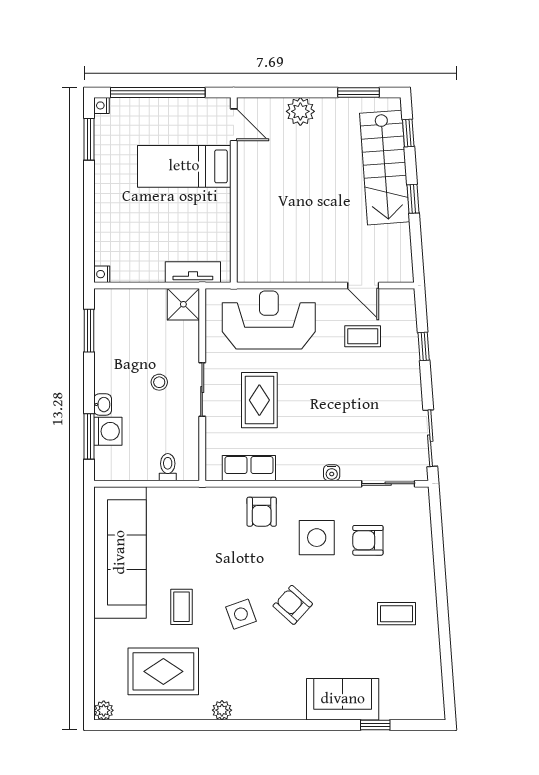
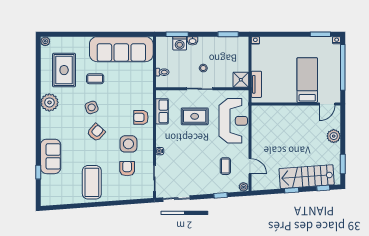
door: (363, 285) -> (250, 166), swing flipped
plant: (406, 299) -> (244, 187), added
coffee table: (396, 614) -> (92, 182), width x1.86, depth x1.72
plant: (222, 710) -> (49, 102), width x1.87, depth x1.87

